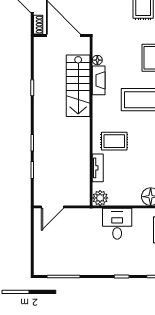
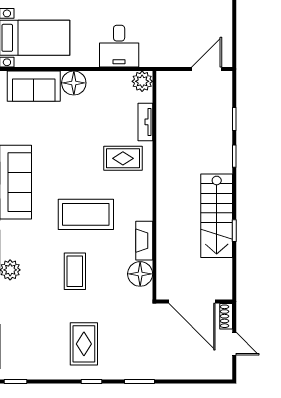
floor lamp: (97, 60) -> (140, 274), width x1.89, depth x1.89
stairs: (78, 86) -> (217, 216), moved, turned 180

